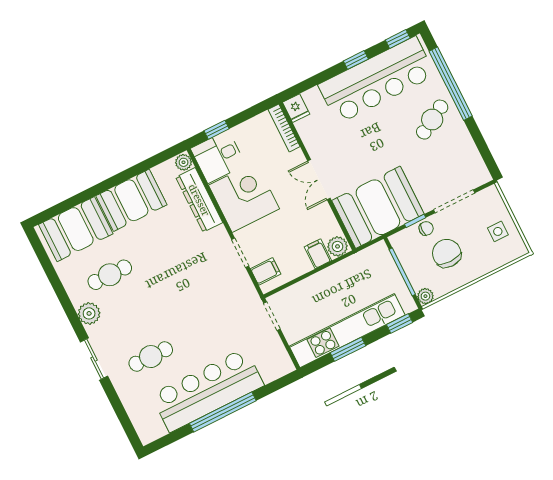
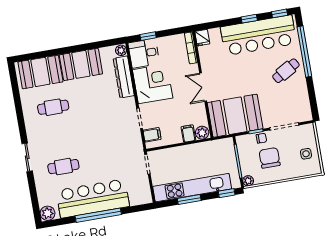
plant: (89, 313) -> (47, 213), moved

